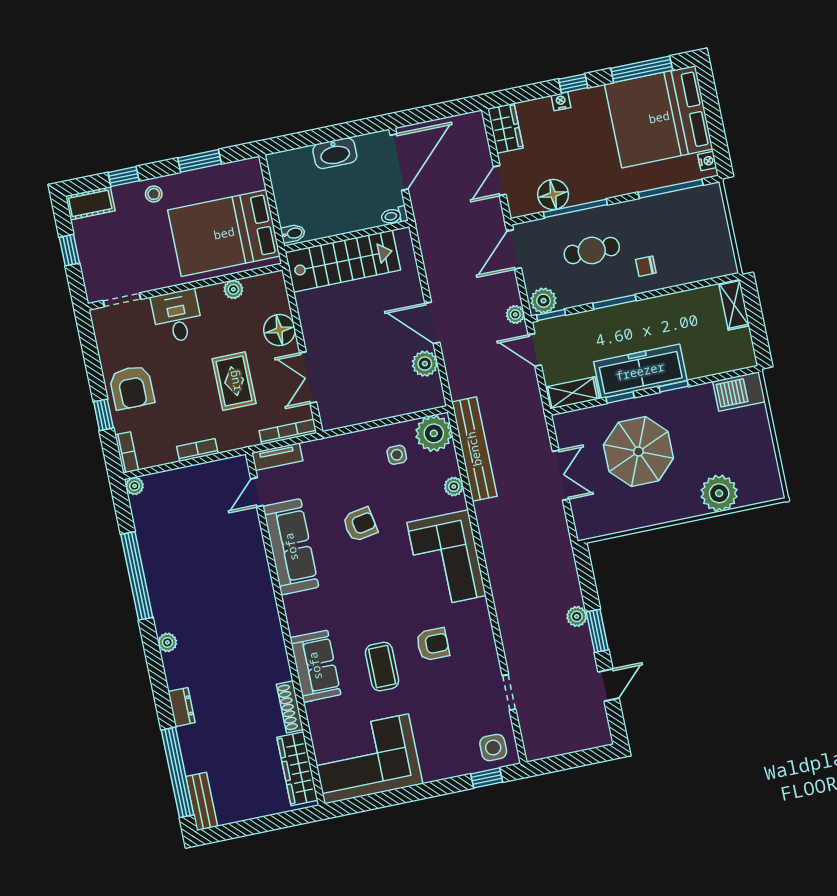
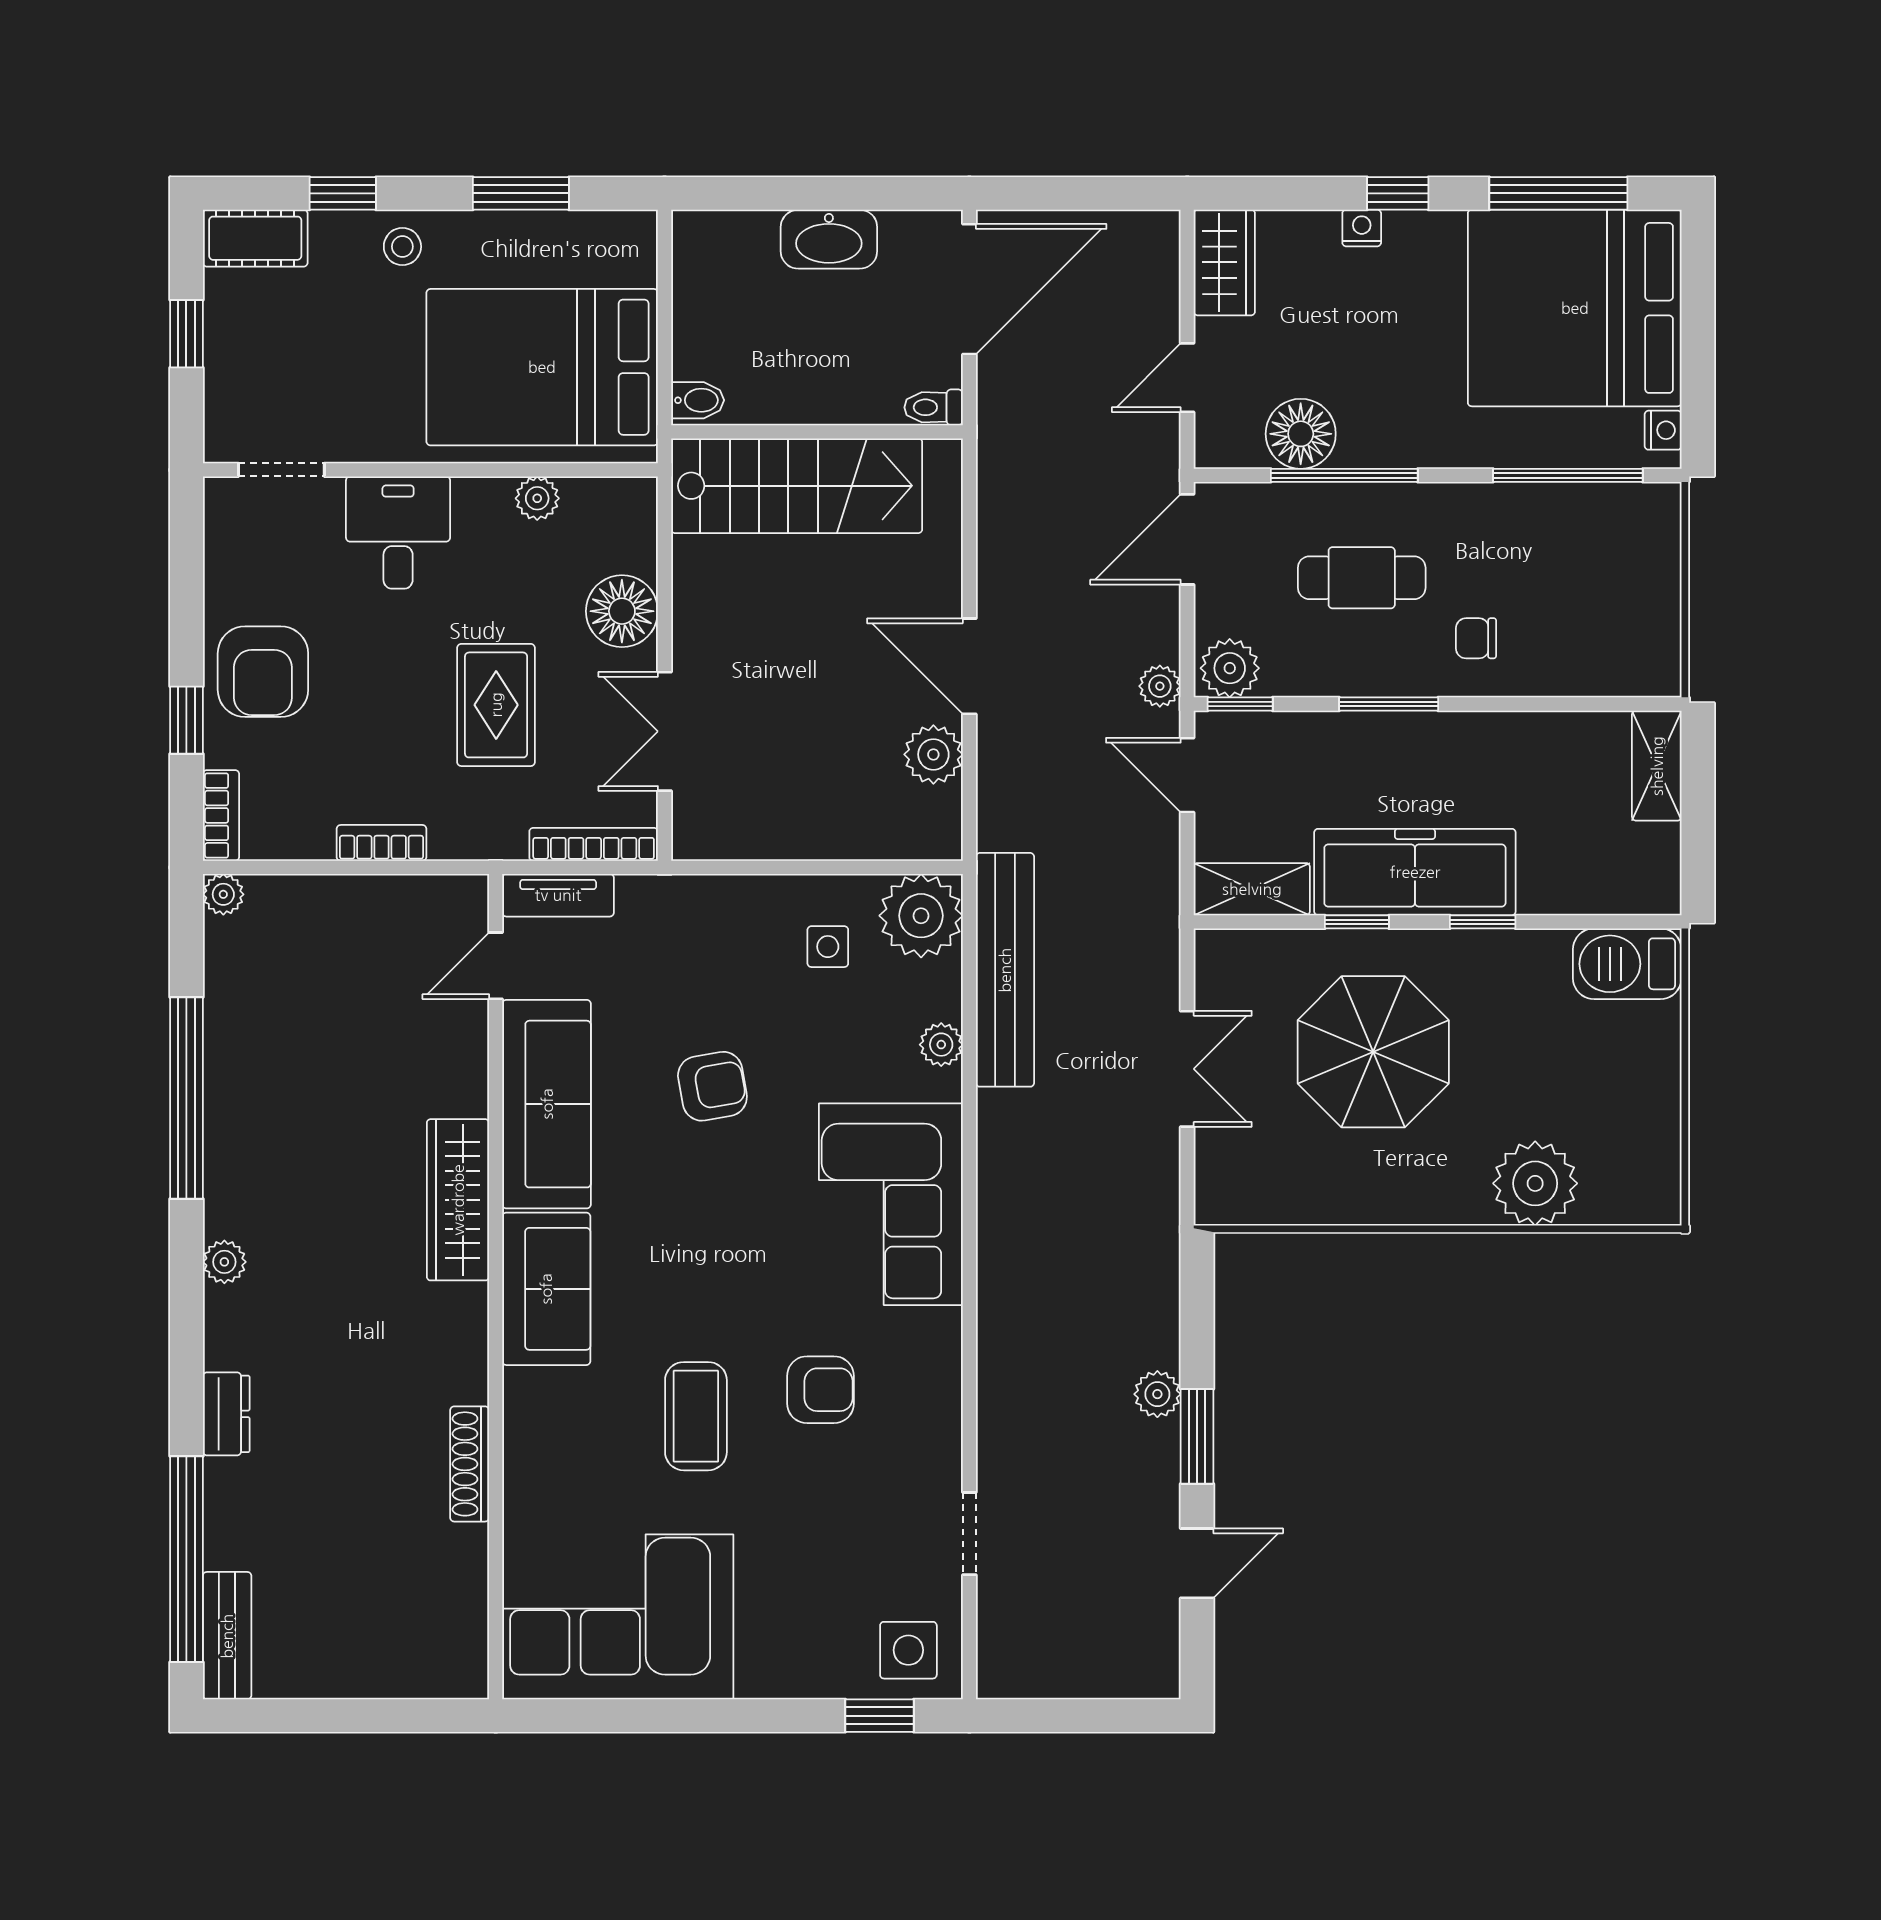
sofa: (315, 666) -> (546, 1289), moved
wardrobe: (297, 769) -> (458, 1200), moved

